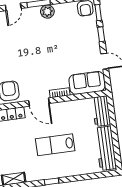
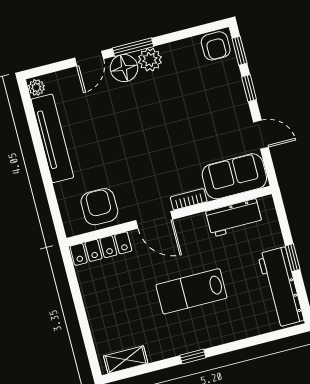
floor lamp: (32, 15) -> (124, 68), added
workbench: (101, 111) -> (234, 218), moved, turned -90
window: (114, 133) -> (293, 258), added

